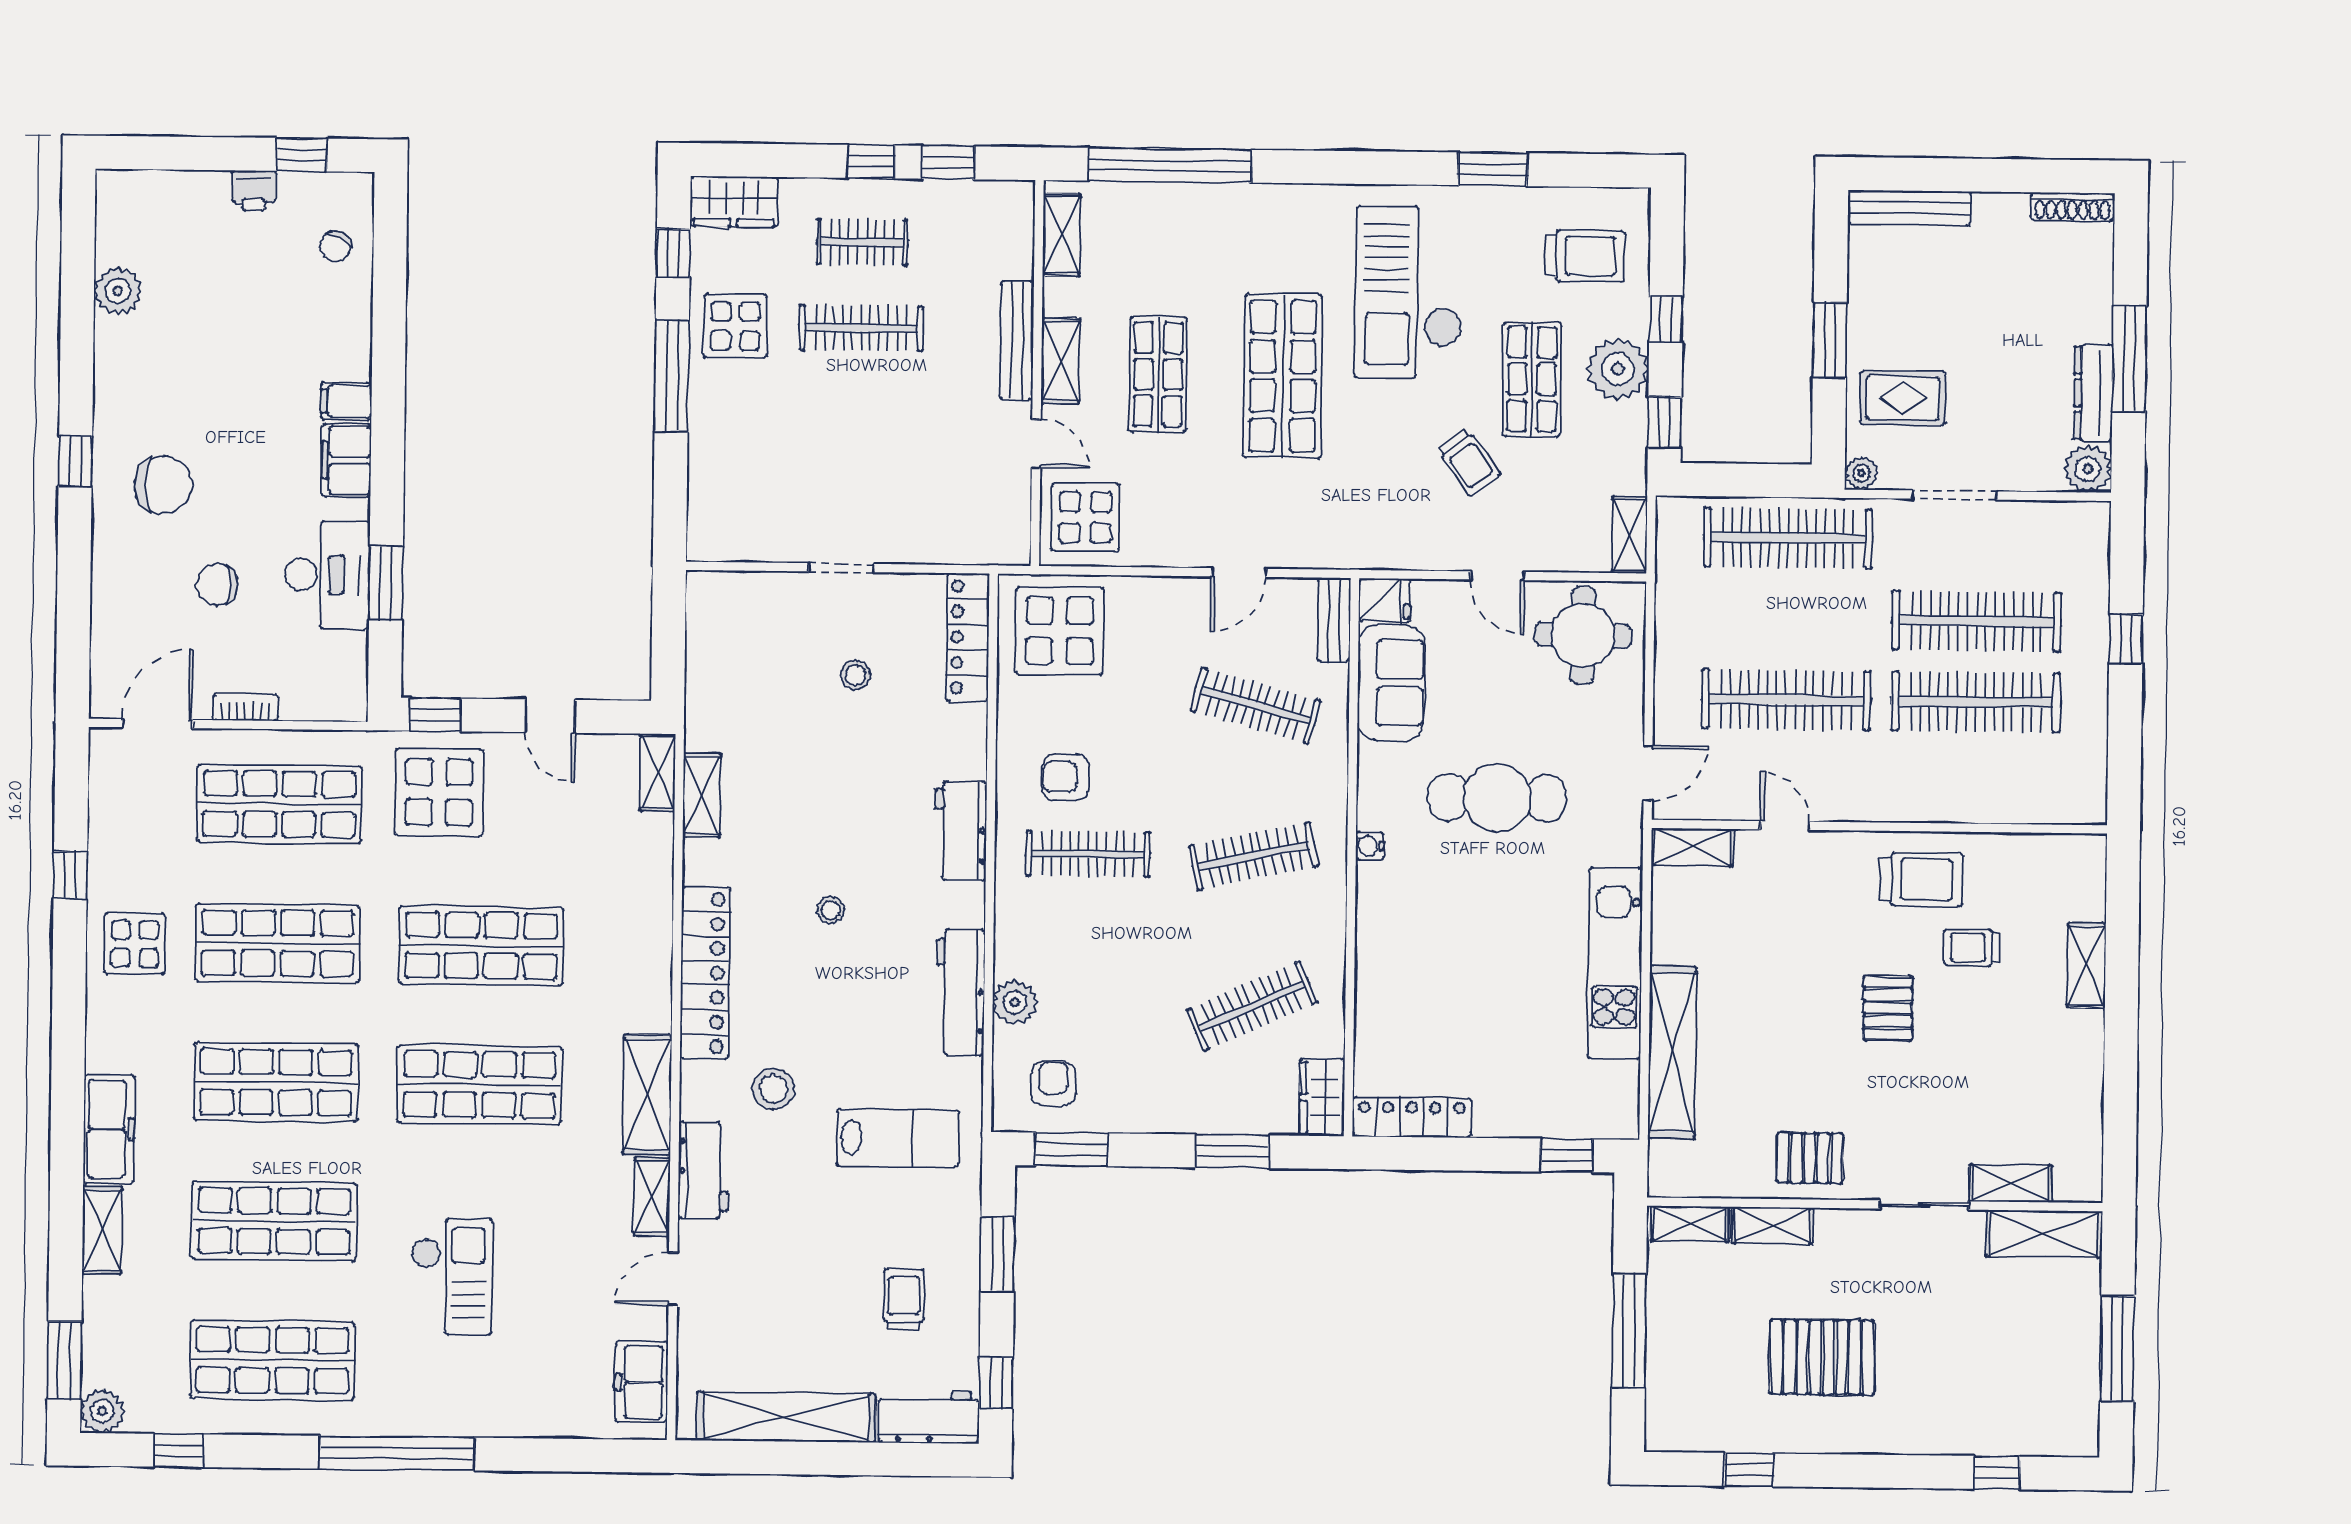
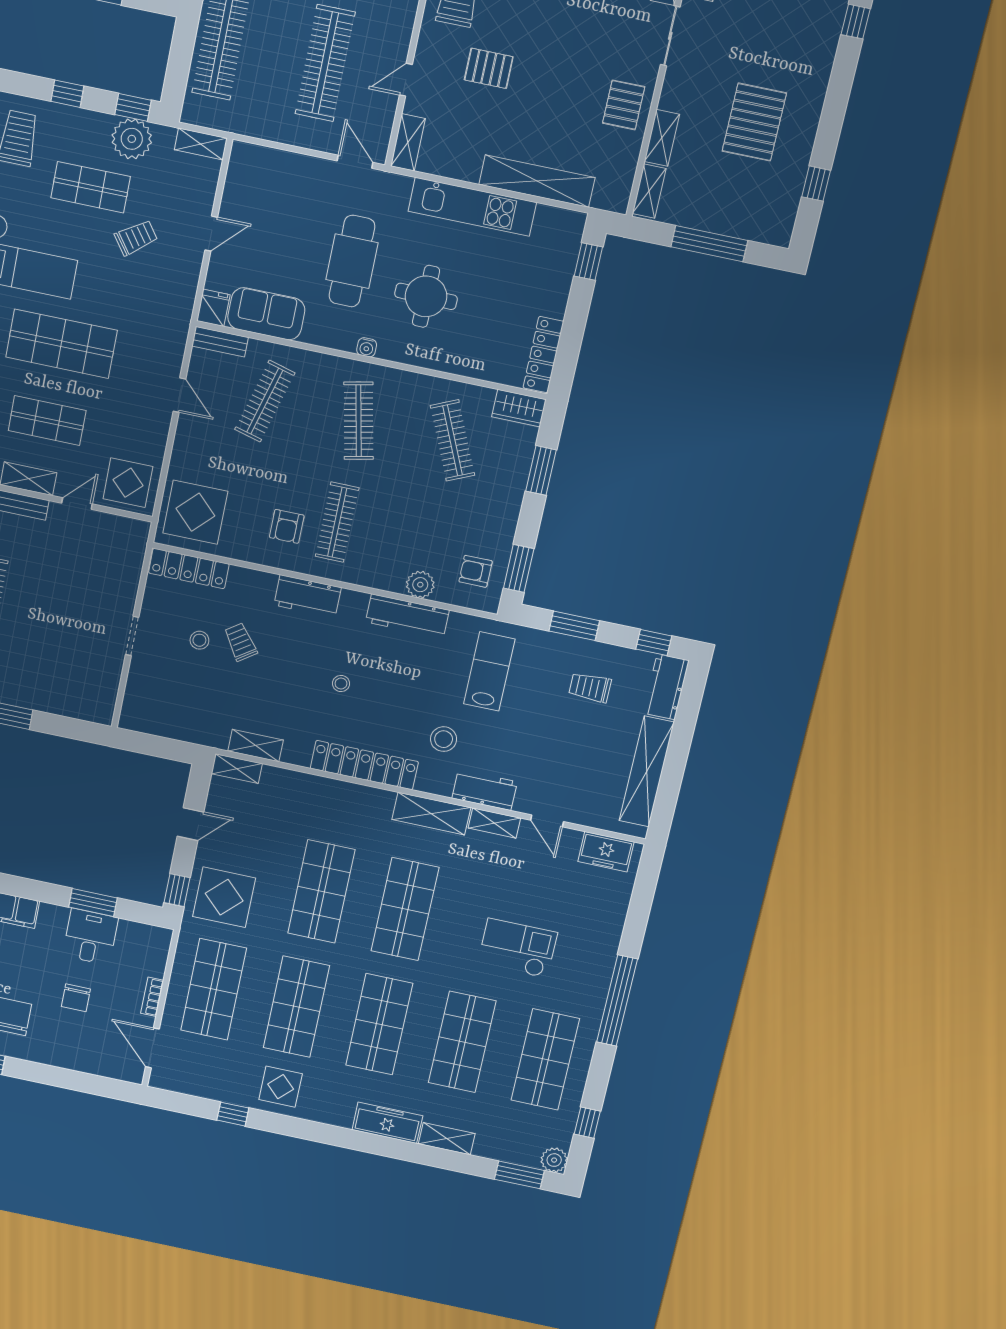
plant: (1618, 369) -> (132, 139), moved
desk: (327, 575) -> (90, 937), width x0.73
round table: (1583, 635) -> (426, 296), moved
trolley: (866, 740) -> (241, 642), added
pallet: (1888, 1008) -> (489, 68), moved

